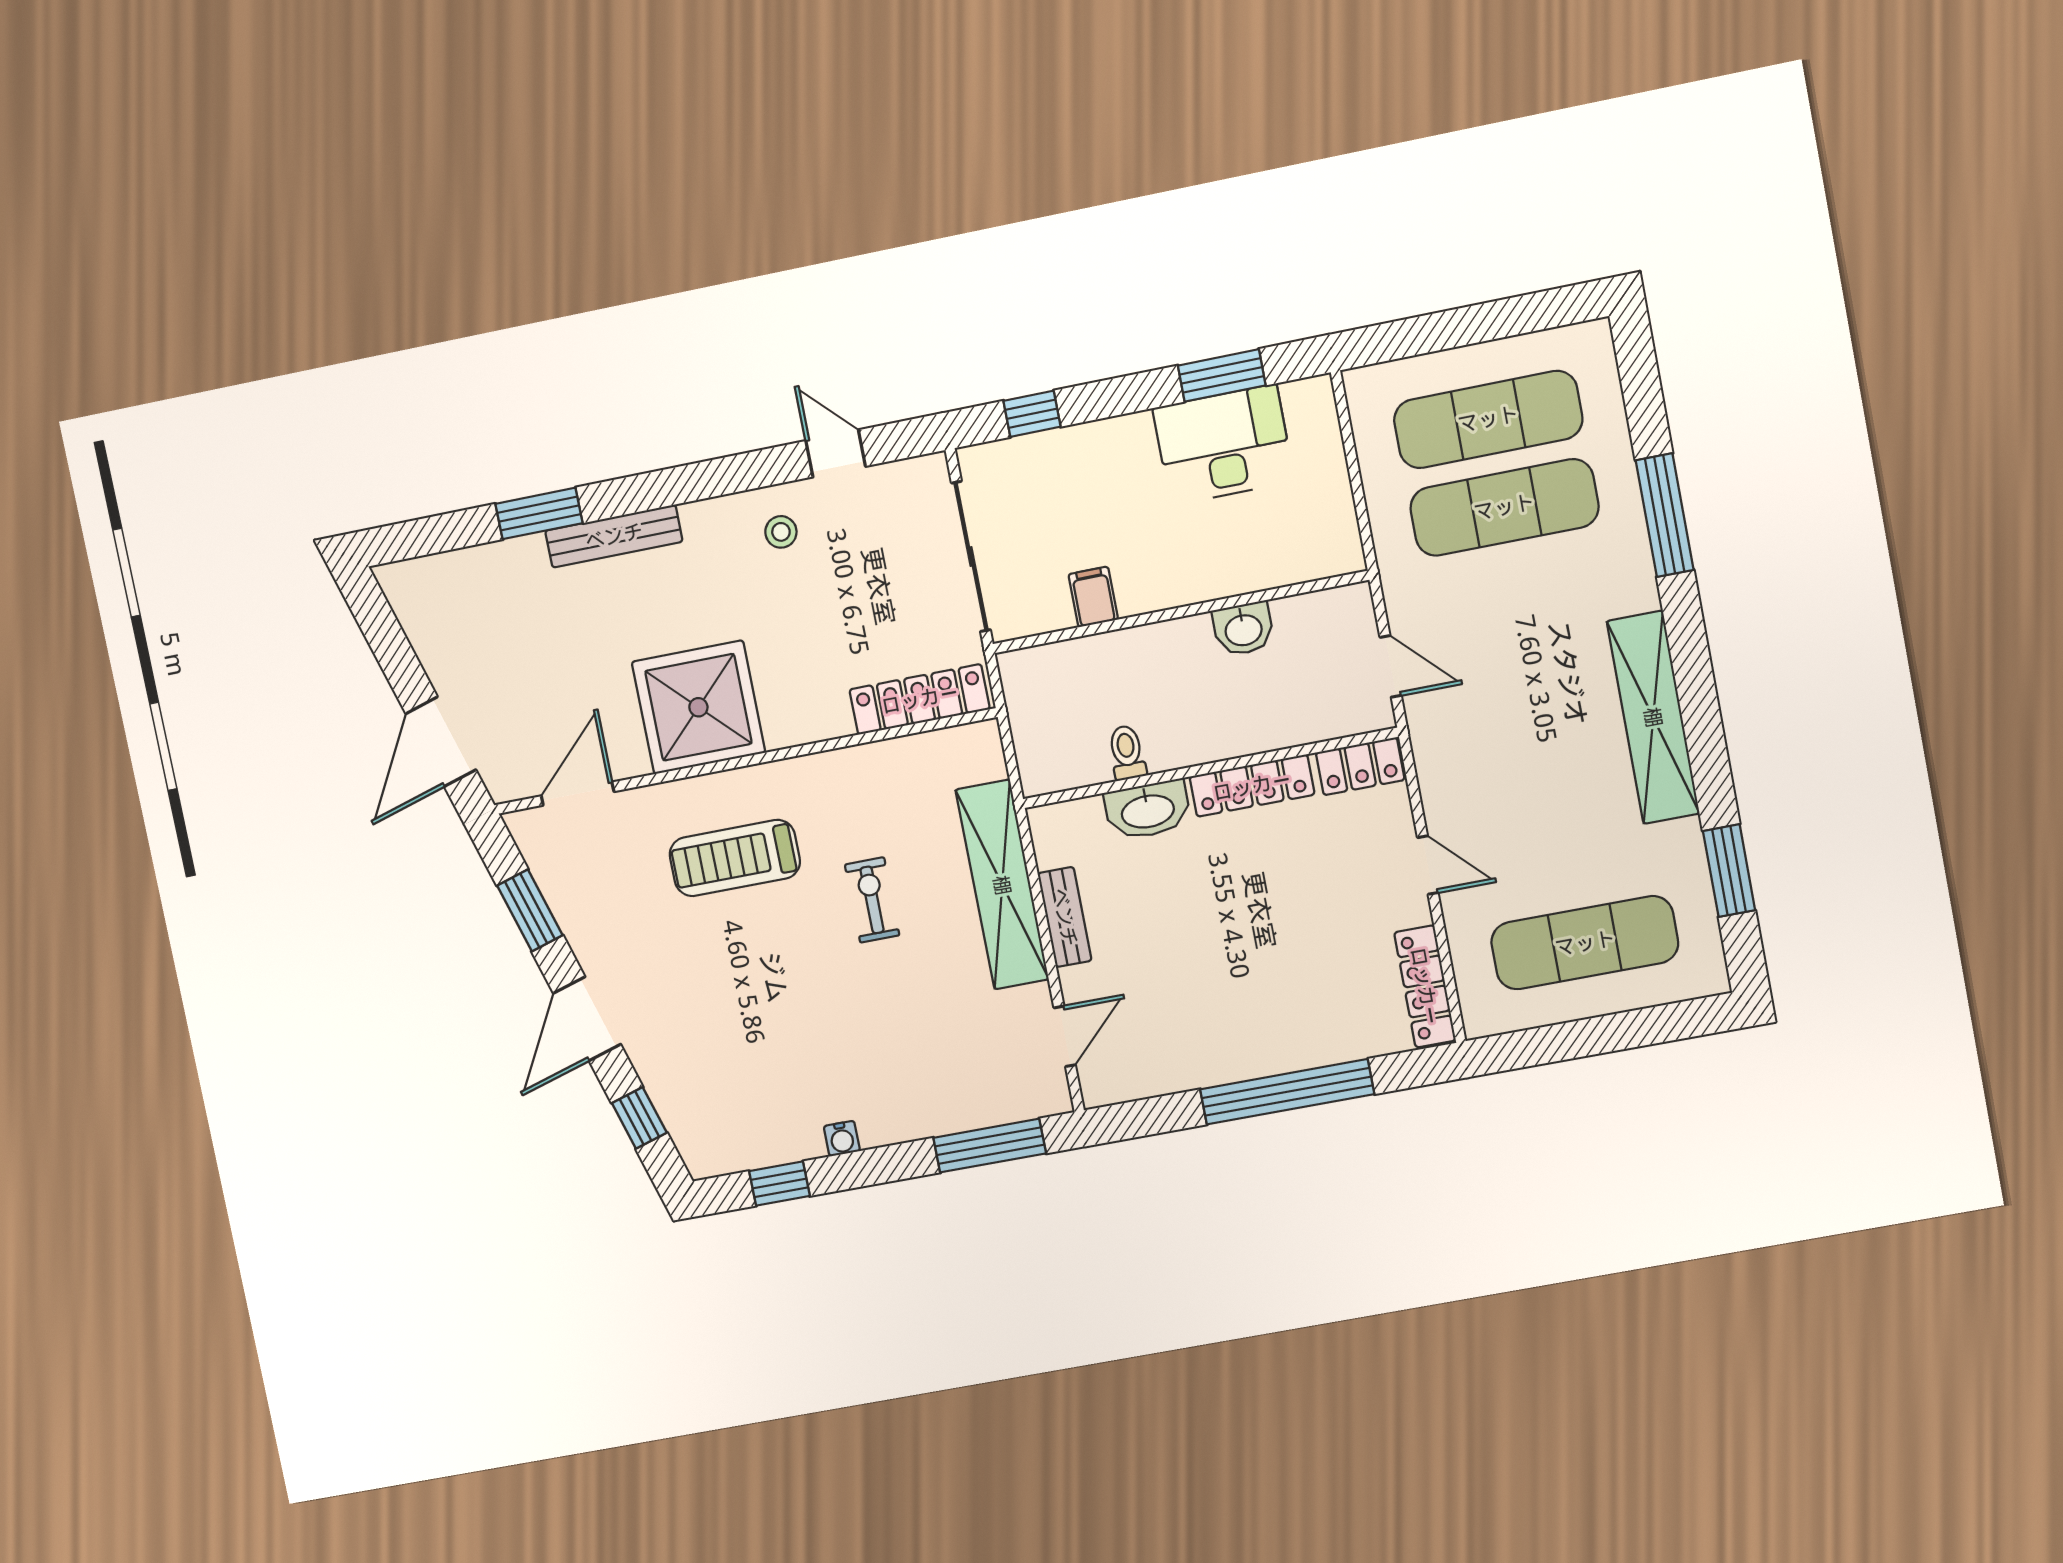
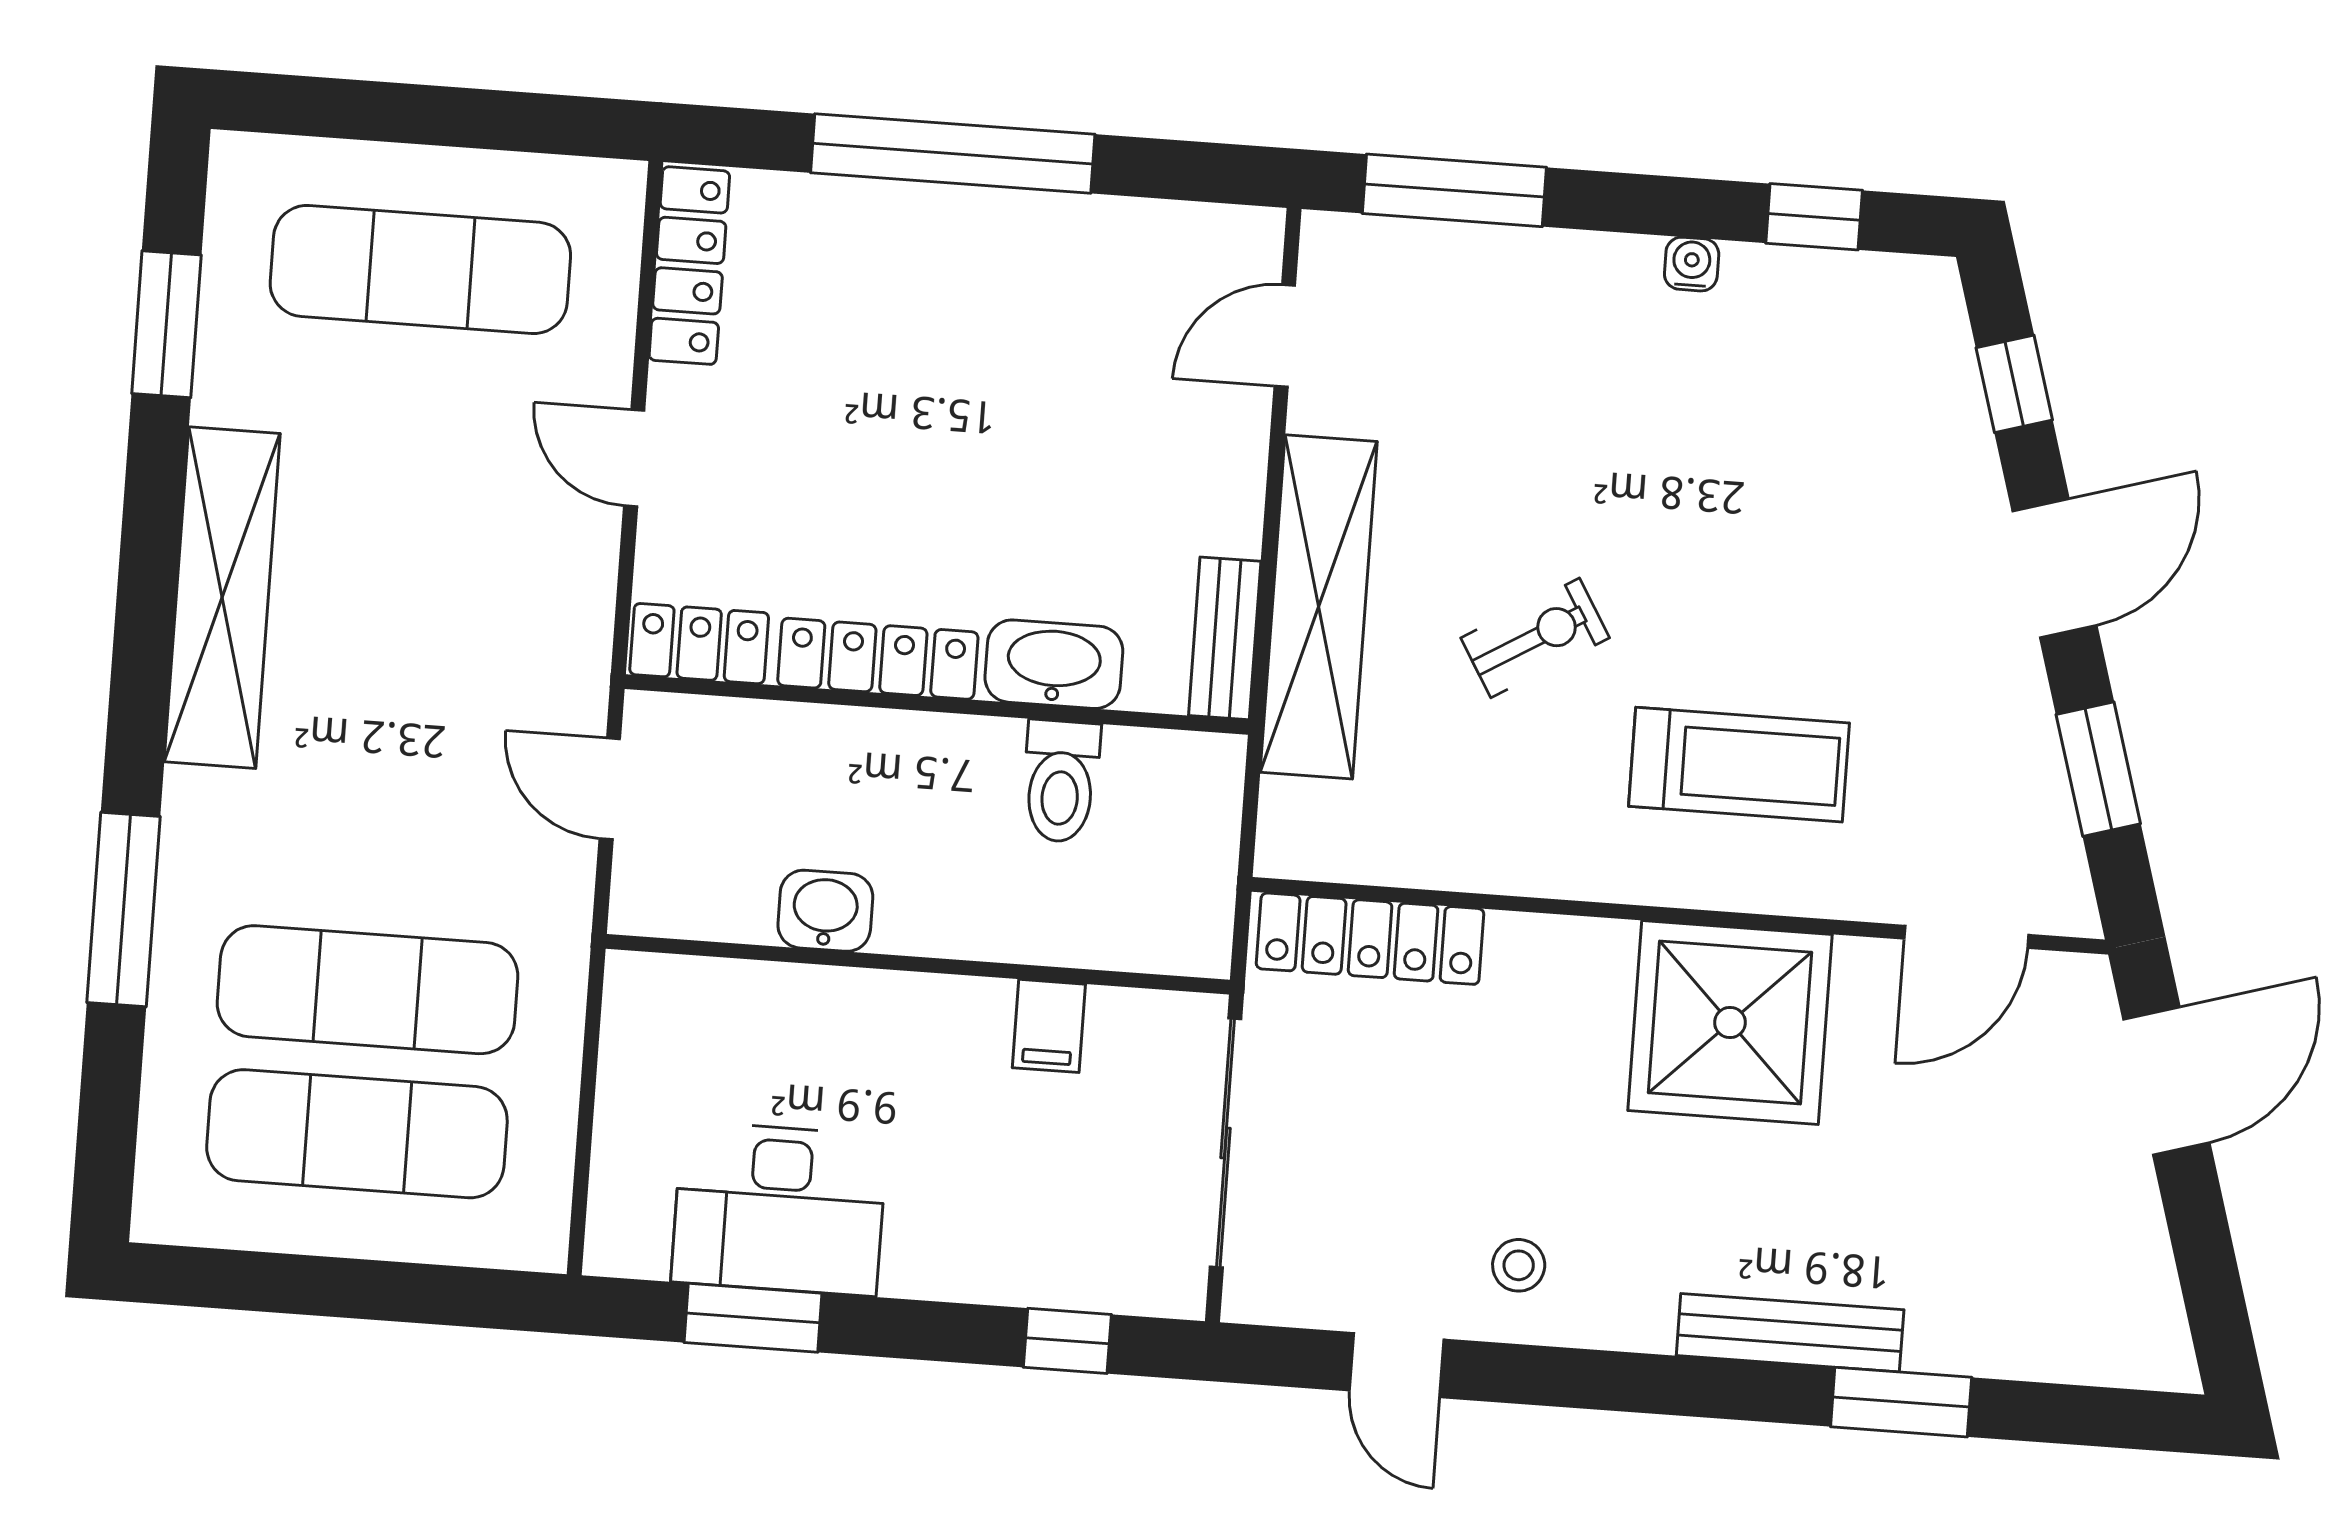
toilet: (1127, 753) -> (1061, 781), width x1.37, depth x1.39
exercise bike: (872, 900) -> (1535, 638), turned -121
bench: (1065, 917) -> (1225, 638), moved

